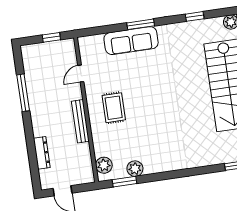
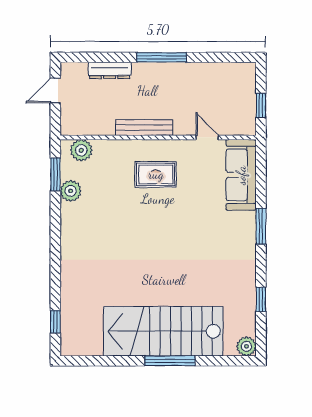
sofa: (131, 41) -> (241, 175), moved
window: (23, 93) -> (162, 57), moved

